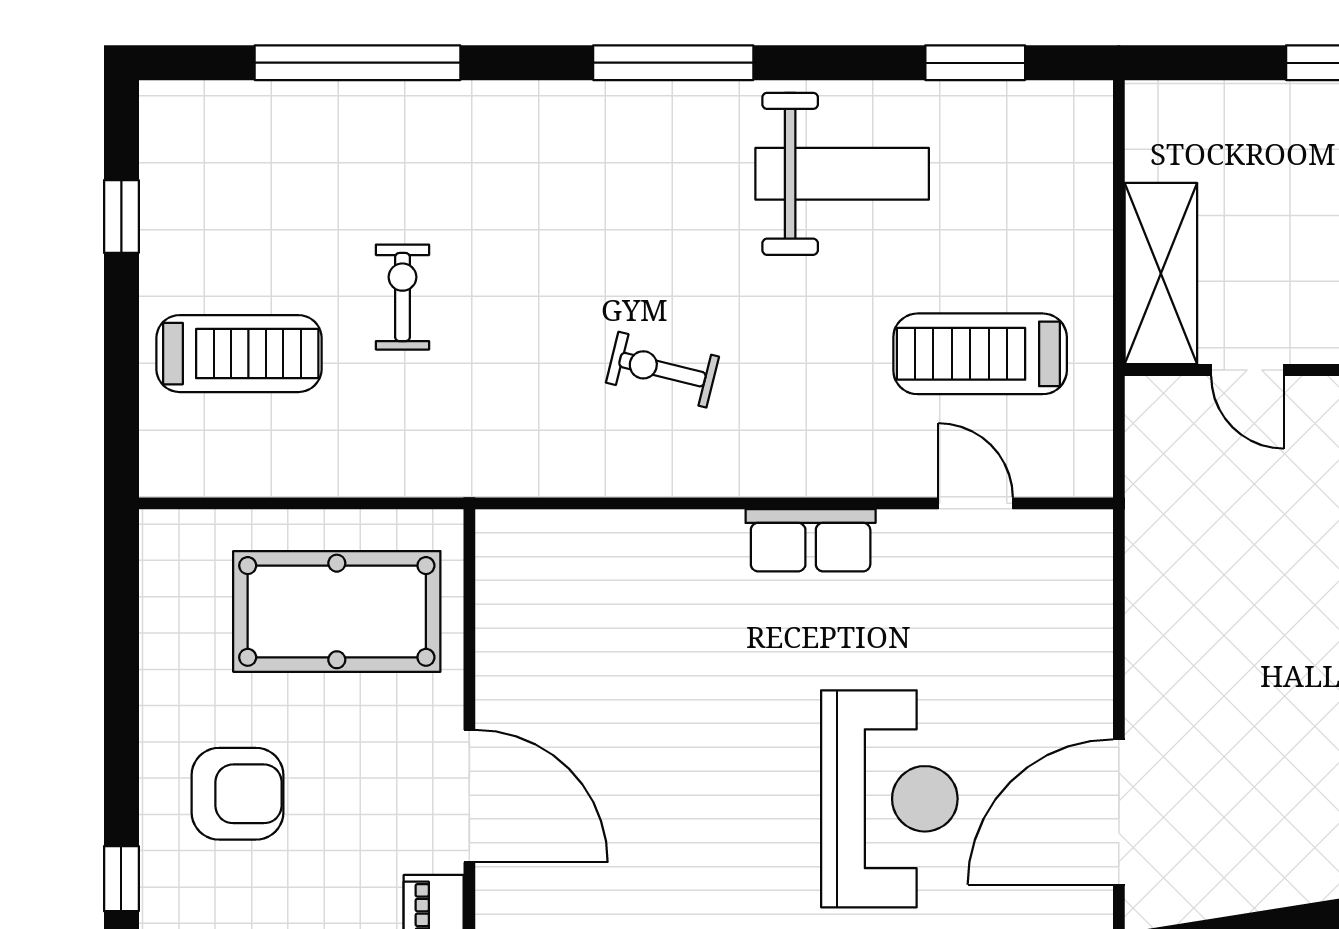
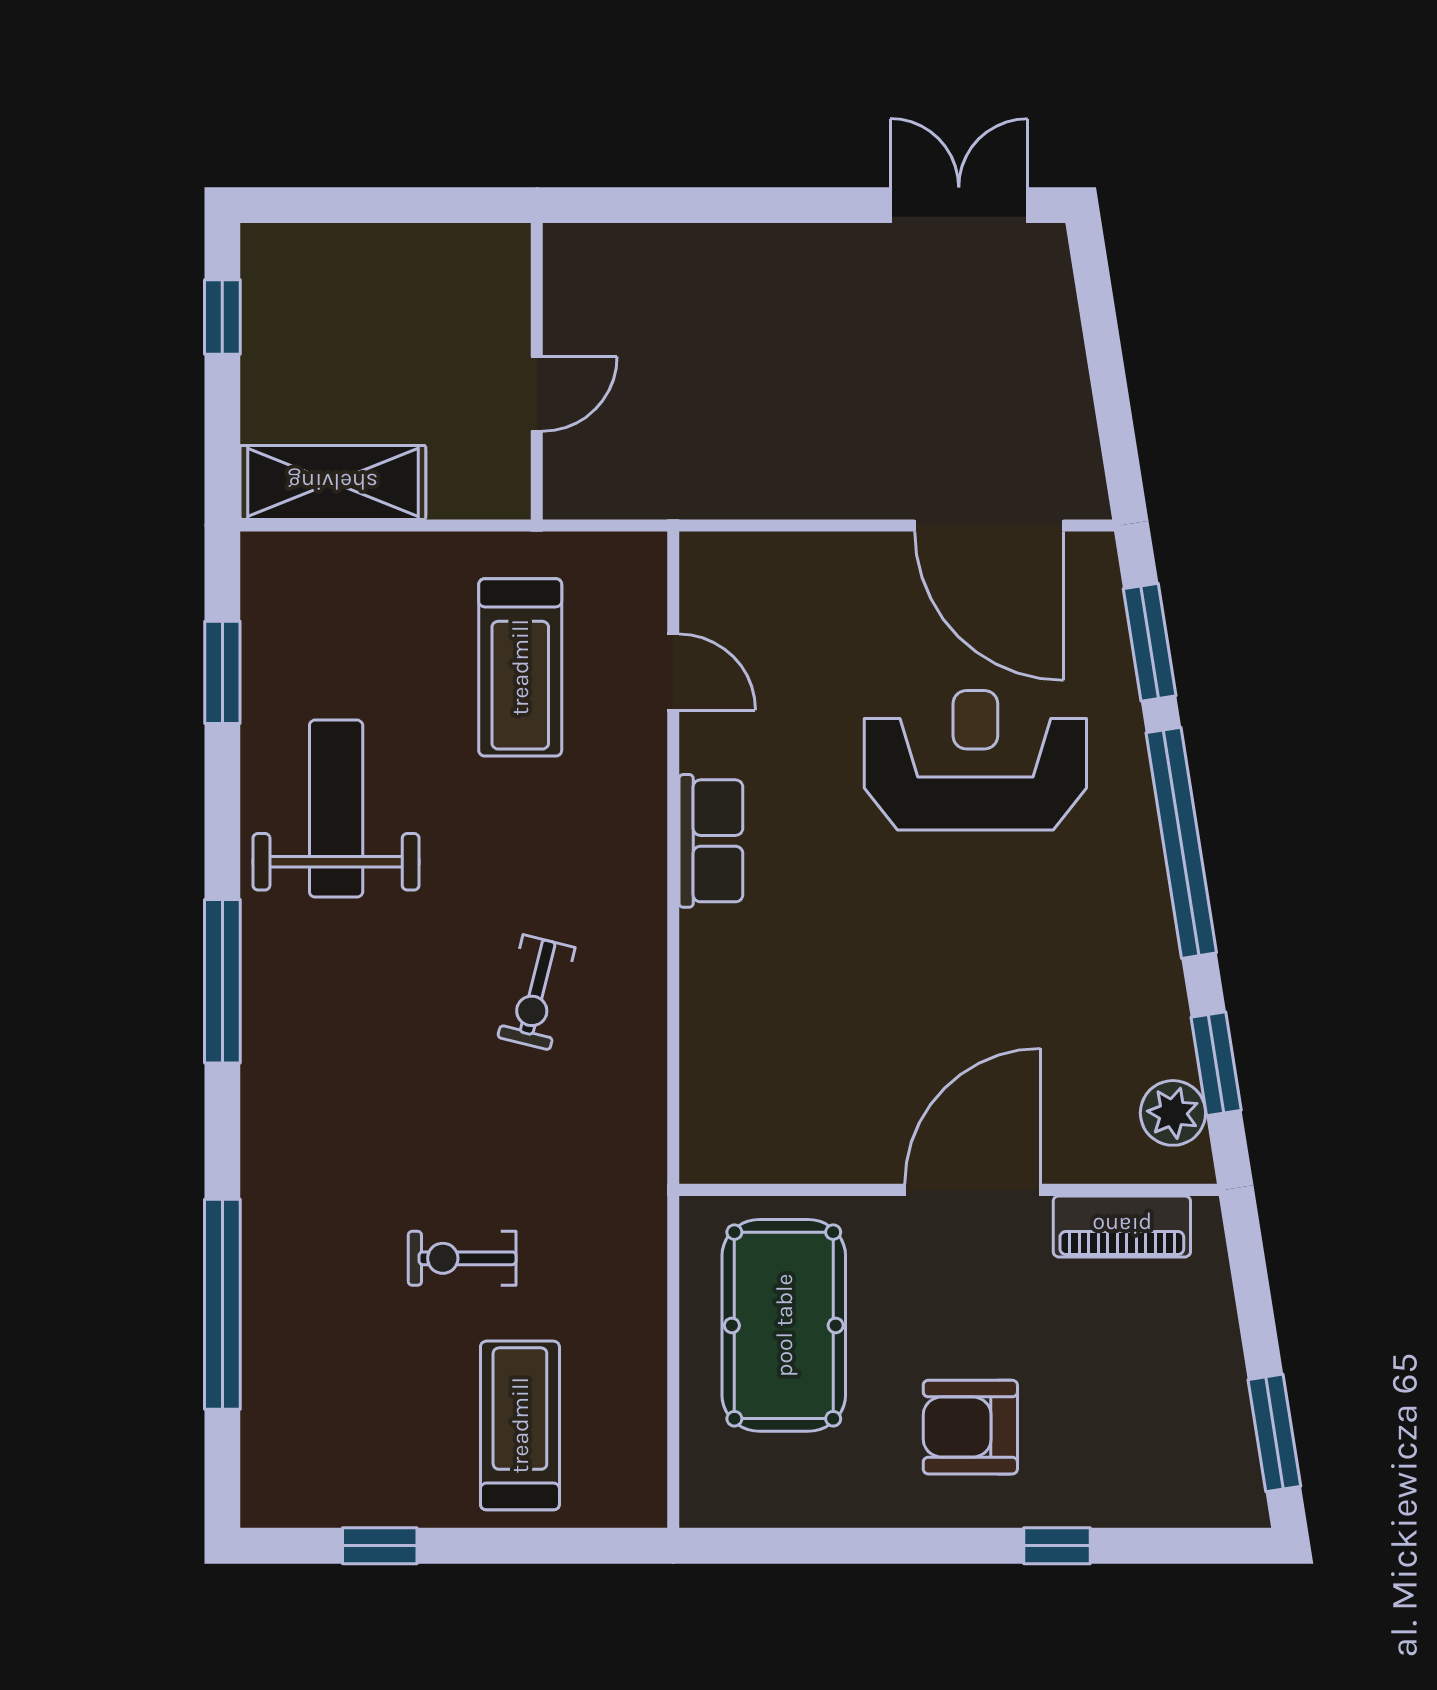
shelving: (1161, 274) -> (333, 482), moved
door: (976, 503) -> (673, 672), swing flipped
armchair: (237, 794) -> (970, 1427), turned -90

